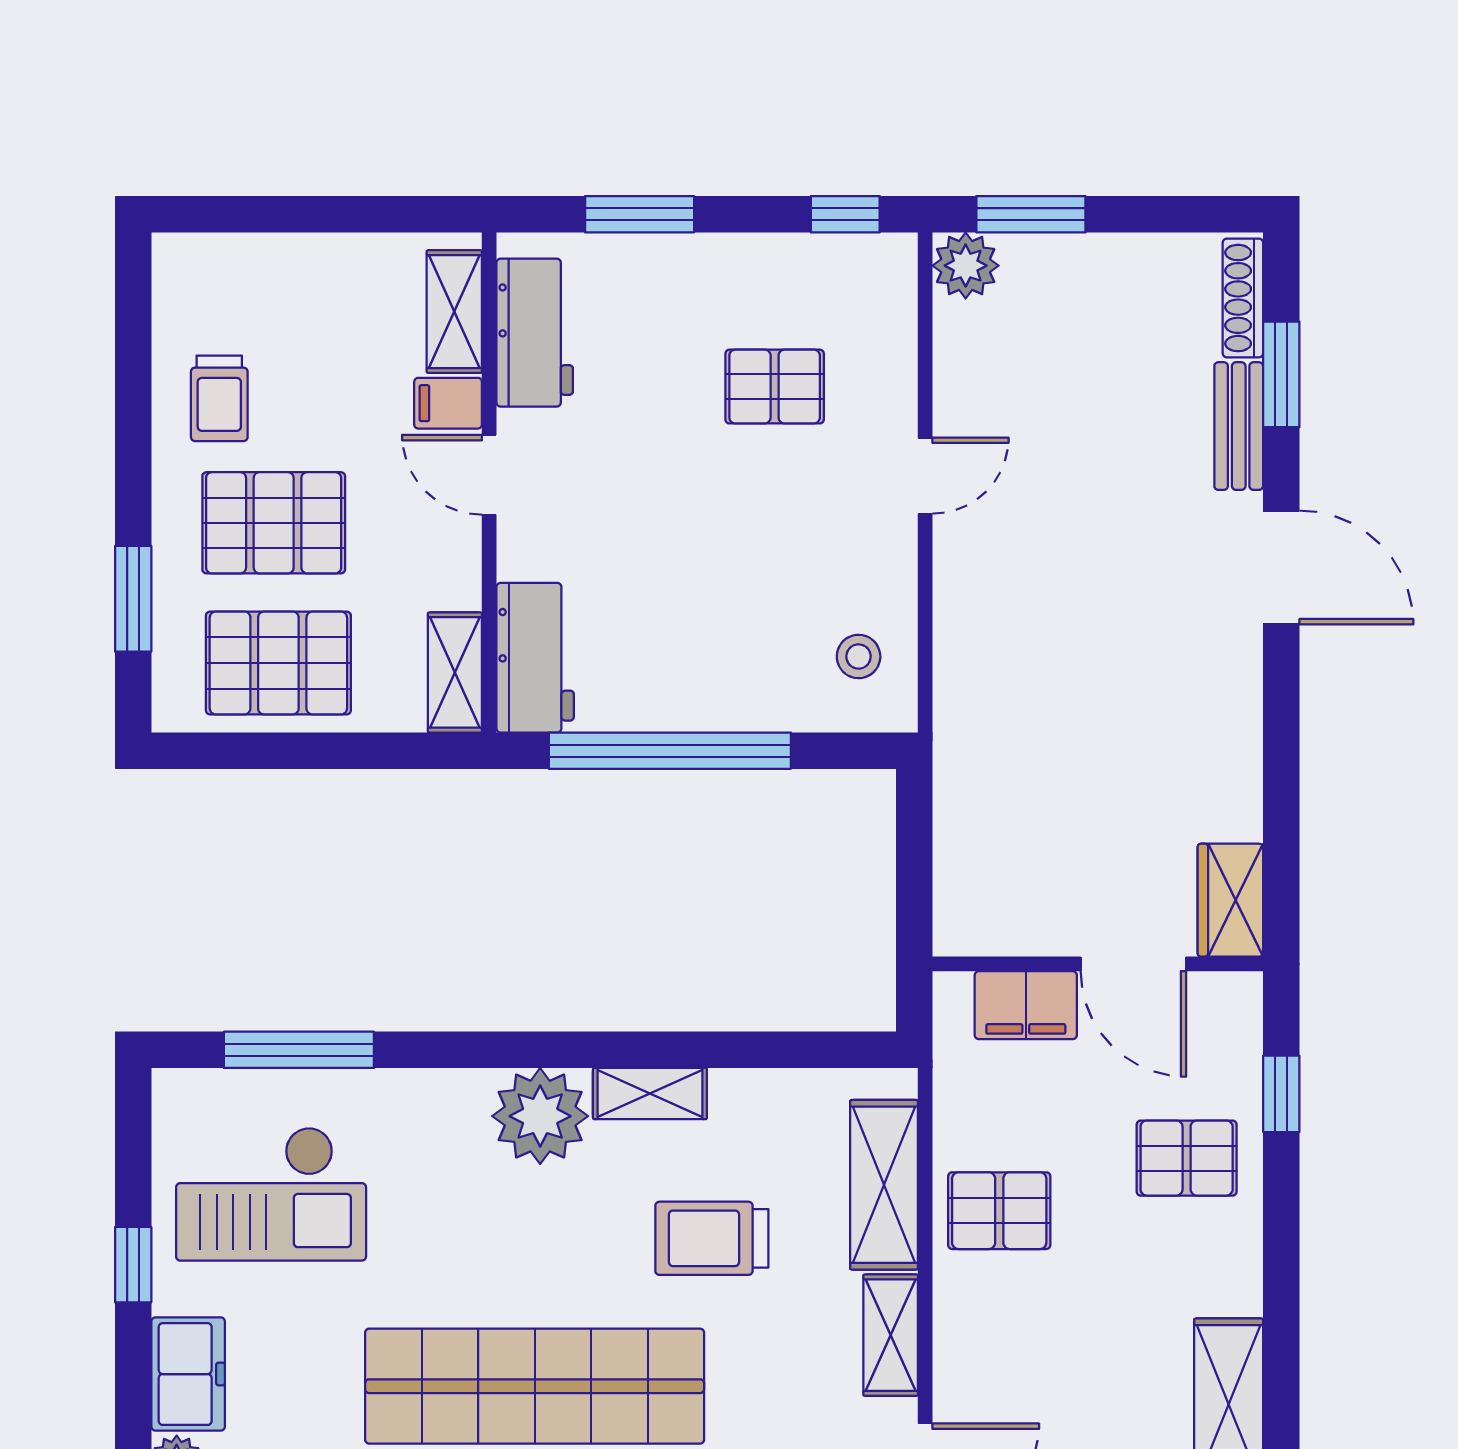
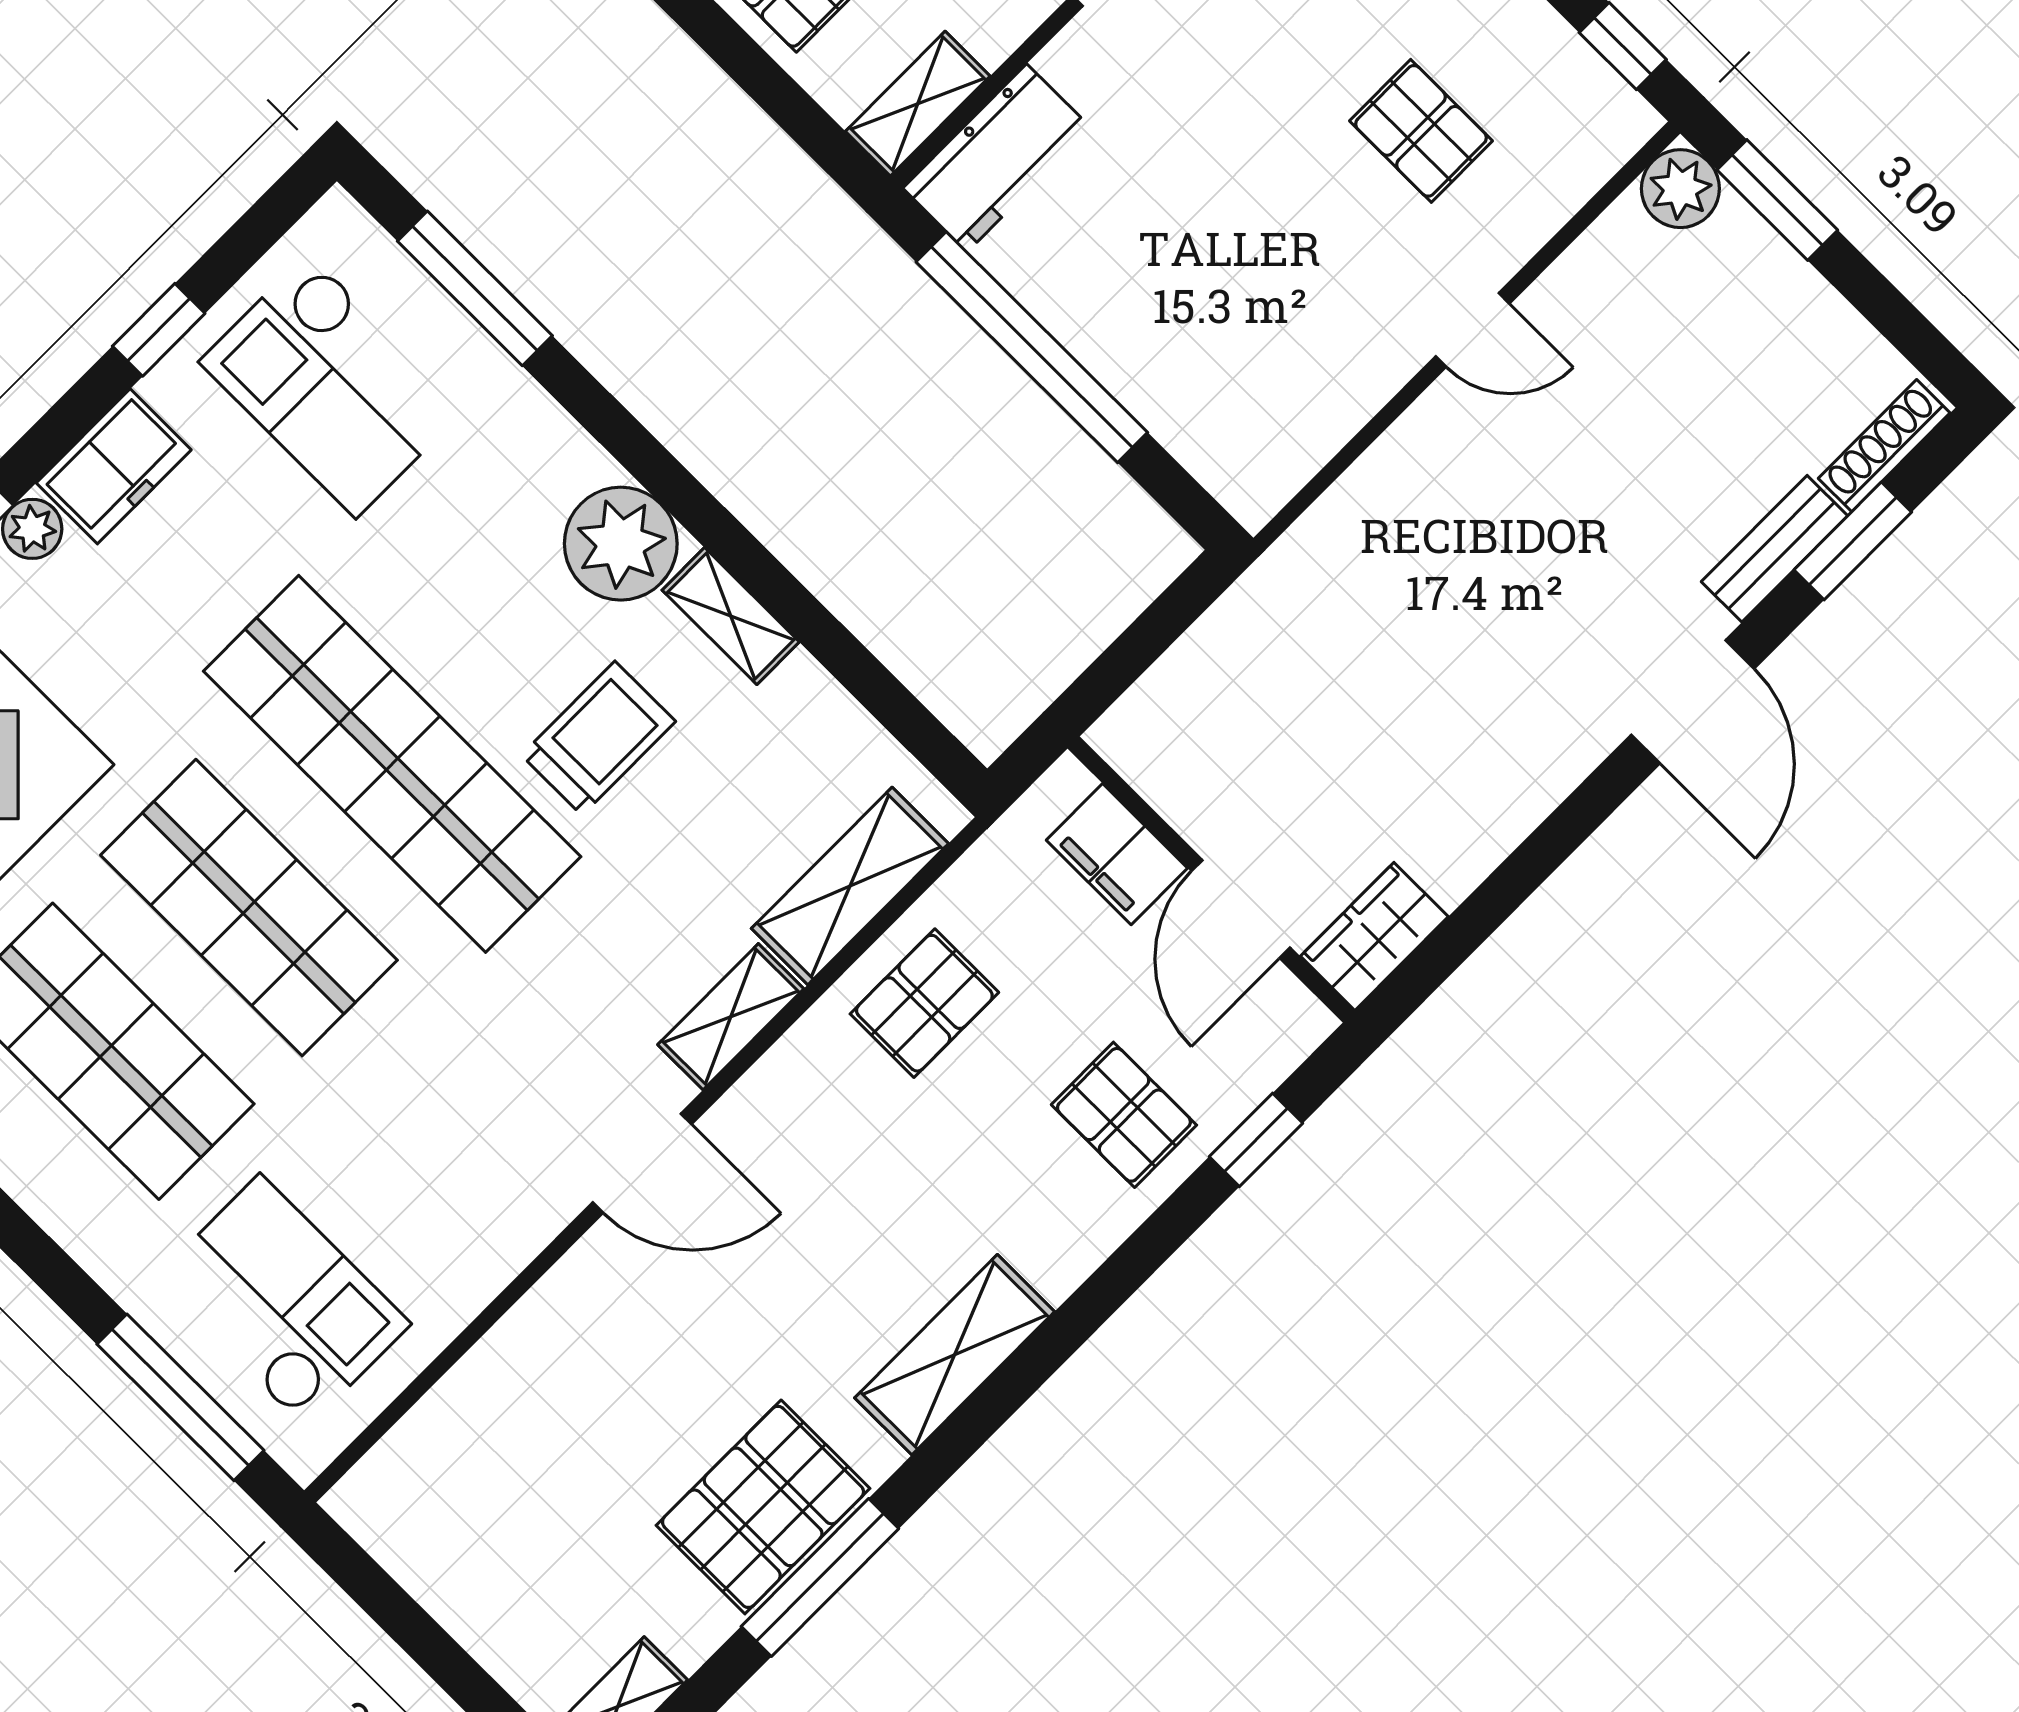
stool: (859, 657) -> (1267, 425), removed
pallet: (999, 1211) -> (924, 1003), turned 90
trolley: (712, 1238) -> (598, 738), moved, turned 90

